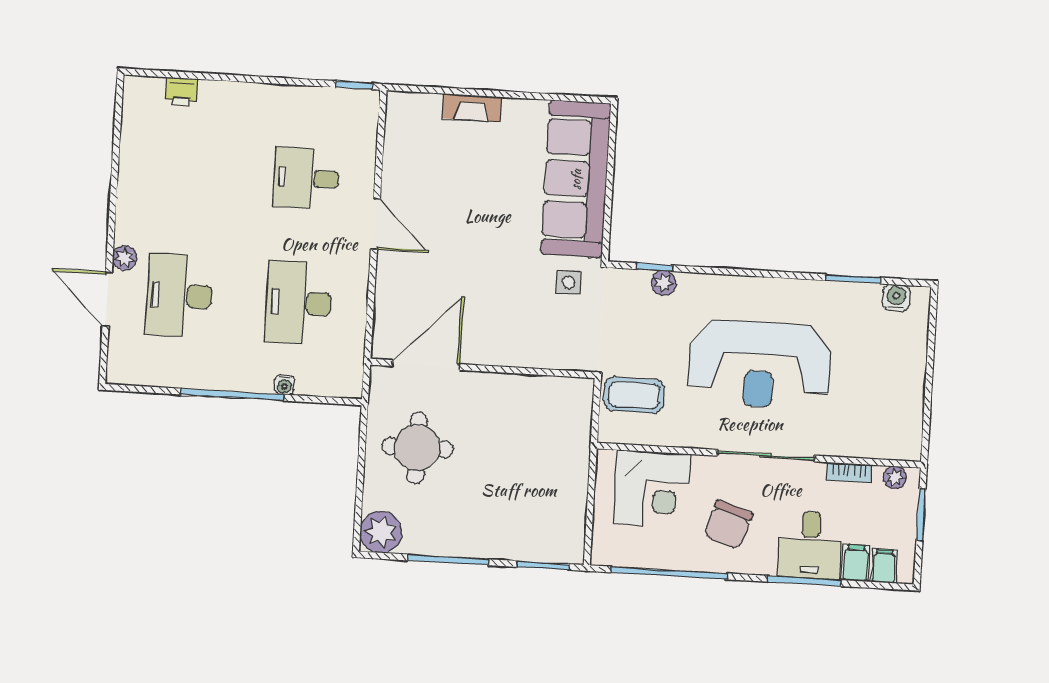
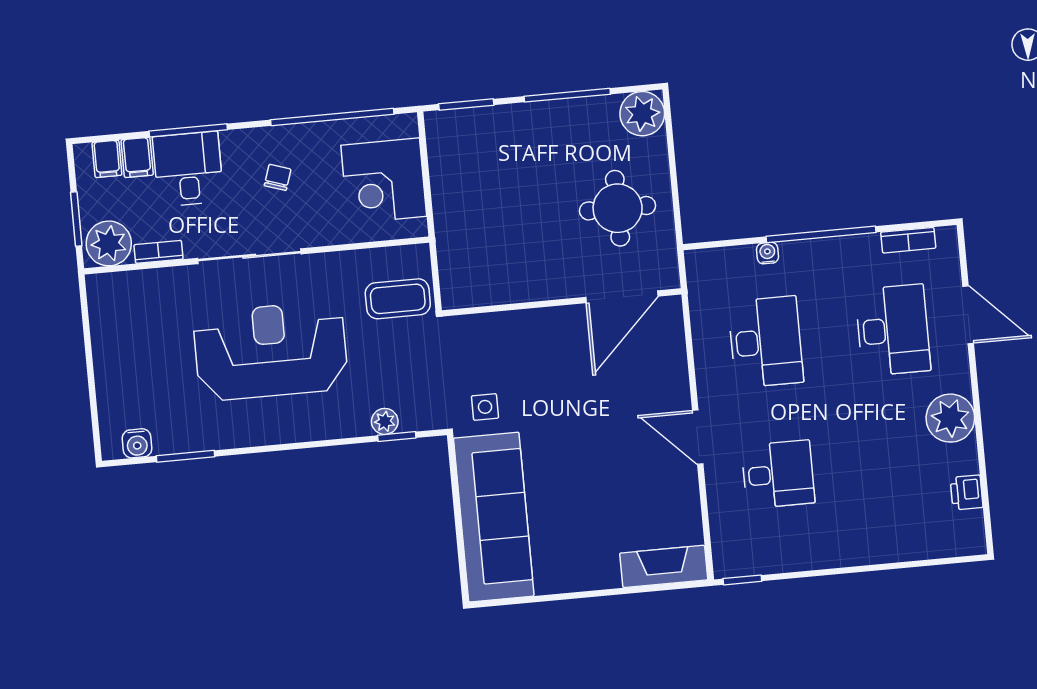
printer: (181, 92) -> (966, 492), moved, turned -90
fireplace: (472, 108) -> (664, 566), moved, width x1.37, depth x1.32
plant: (125, 258) -> (950, 418), moved, width x1.88, depth x1.88
bookcase: (152, 377) -> (908, 240), added
plant: (895, 477) -> (109, 243), width x1.87, depth x1.87
corner desk: (652, 489) -> (384, 181), moved, turned -90
chair: (728, 525) -> (278, 177), width x0.54, depth x0.54

